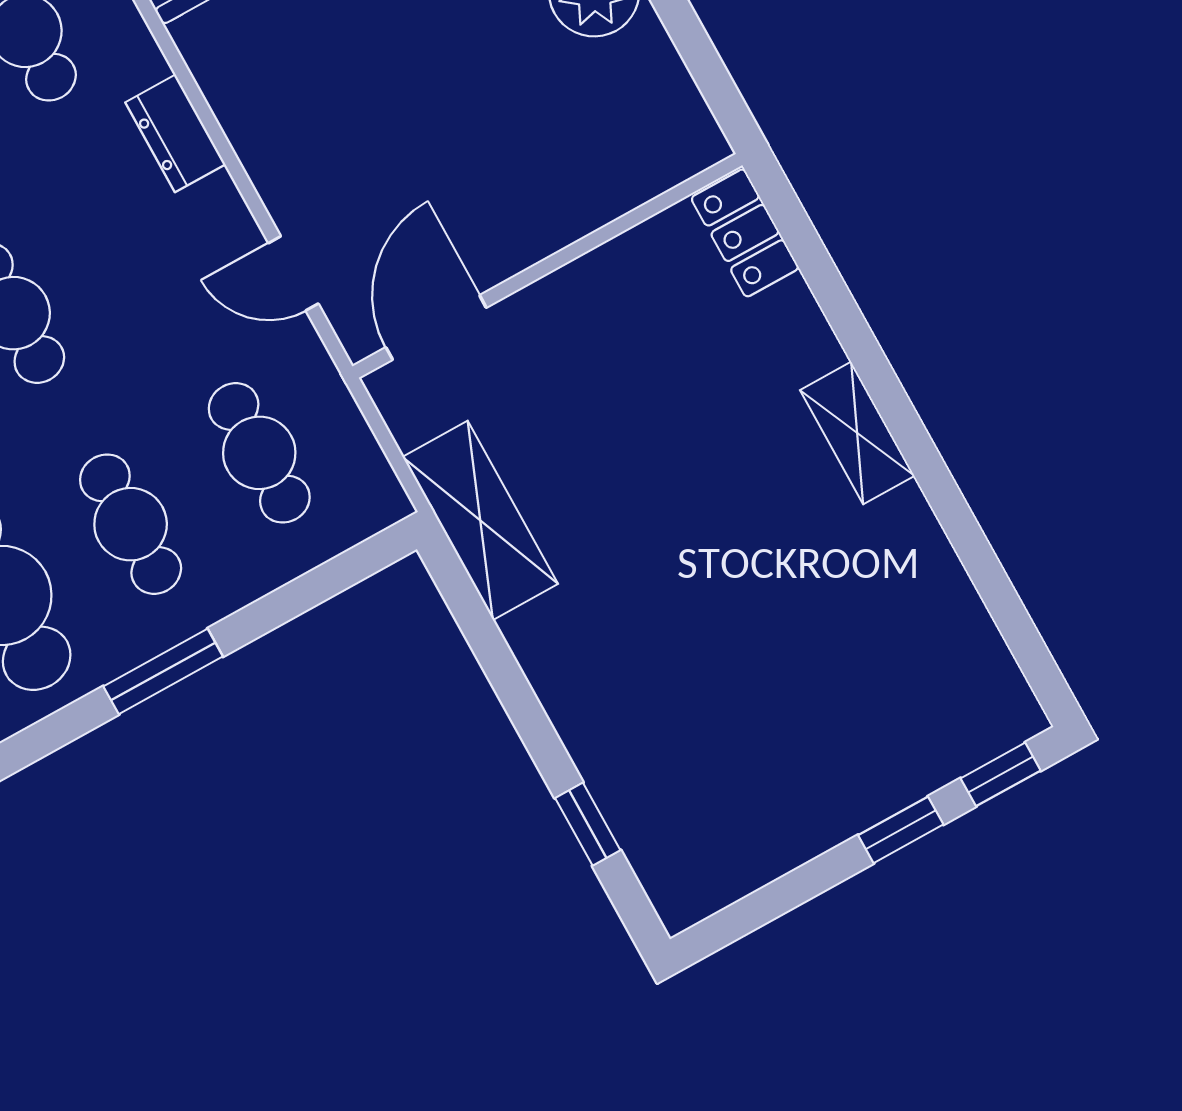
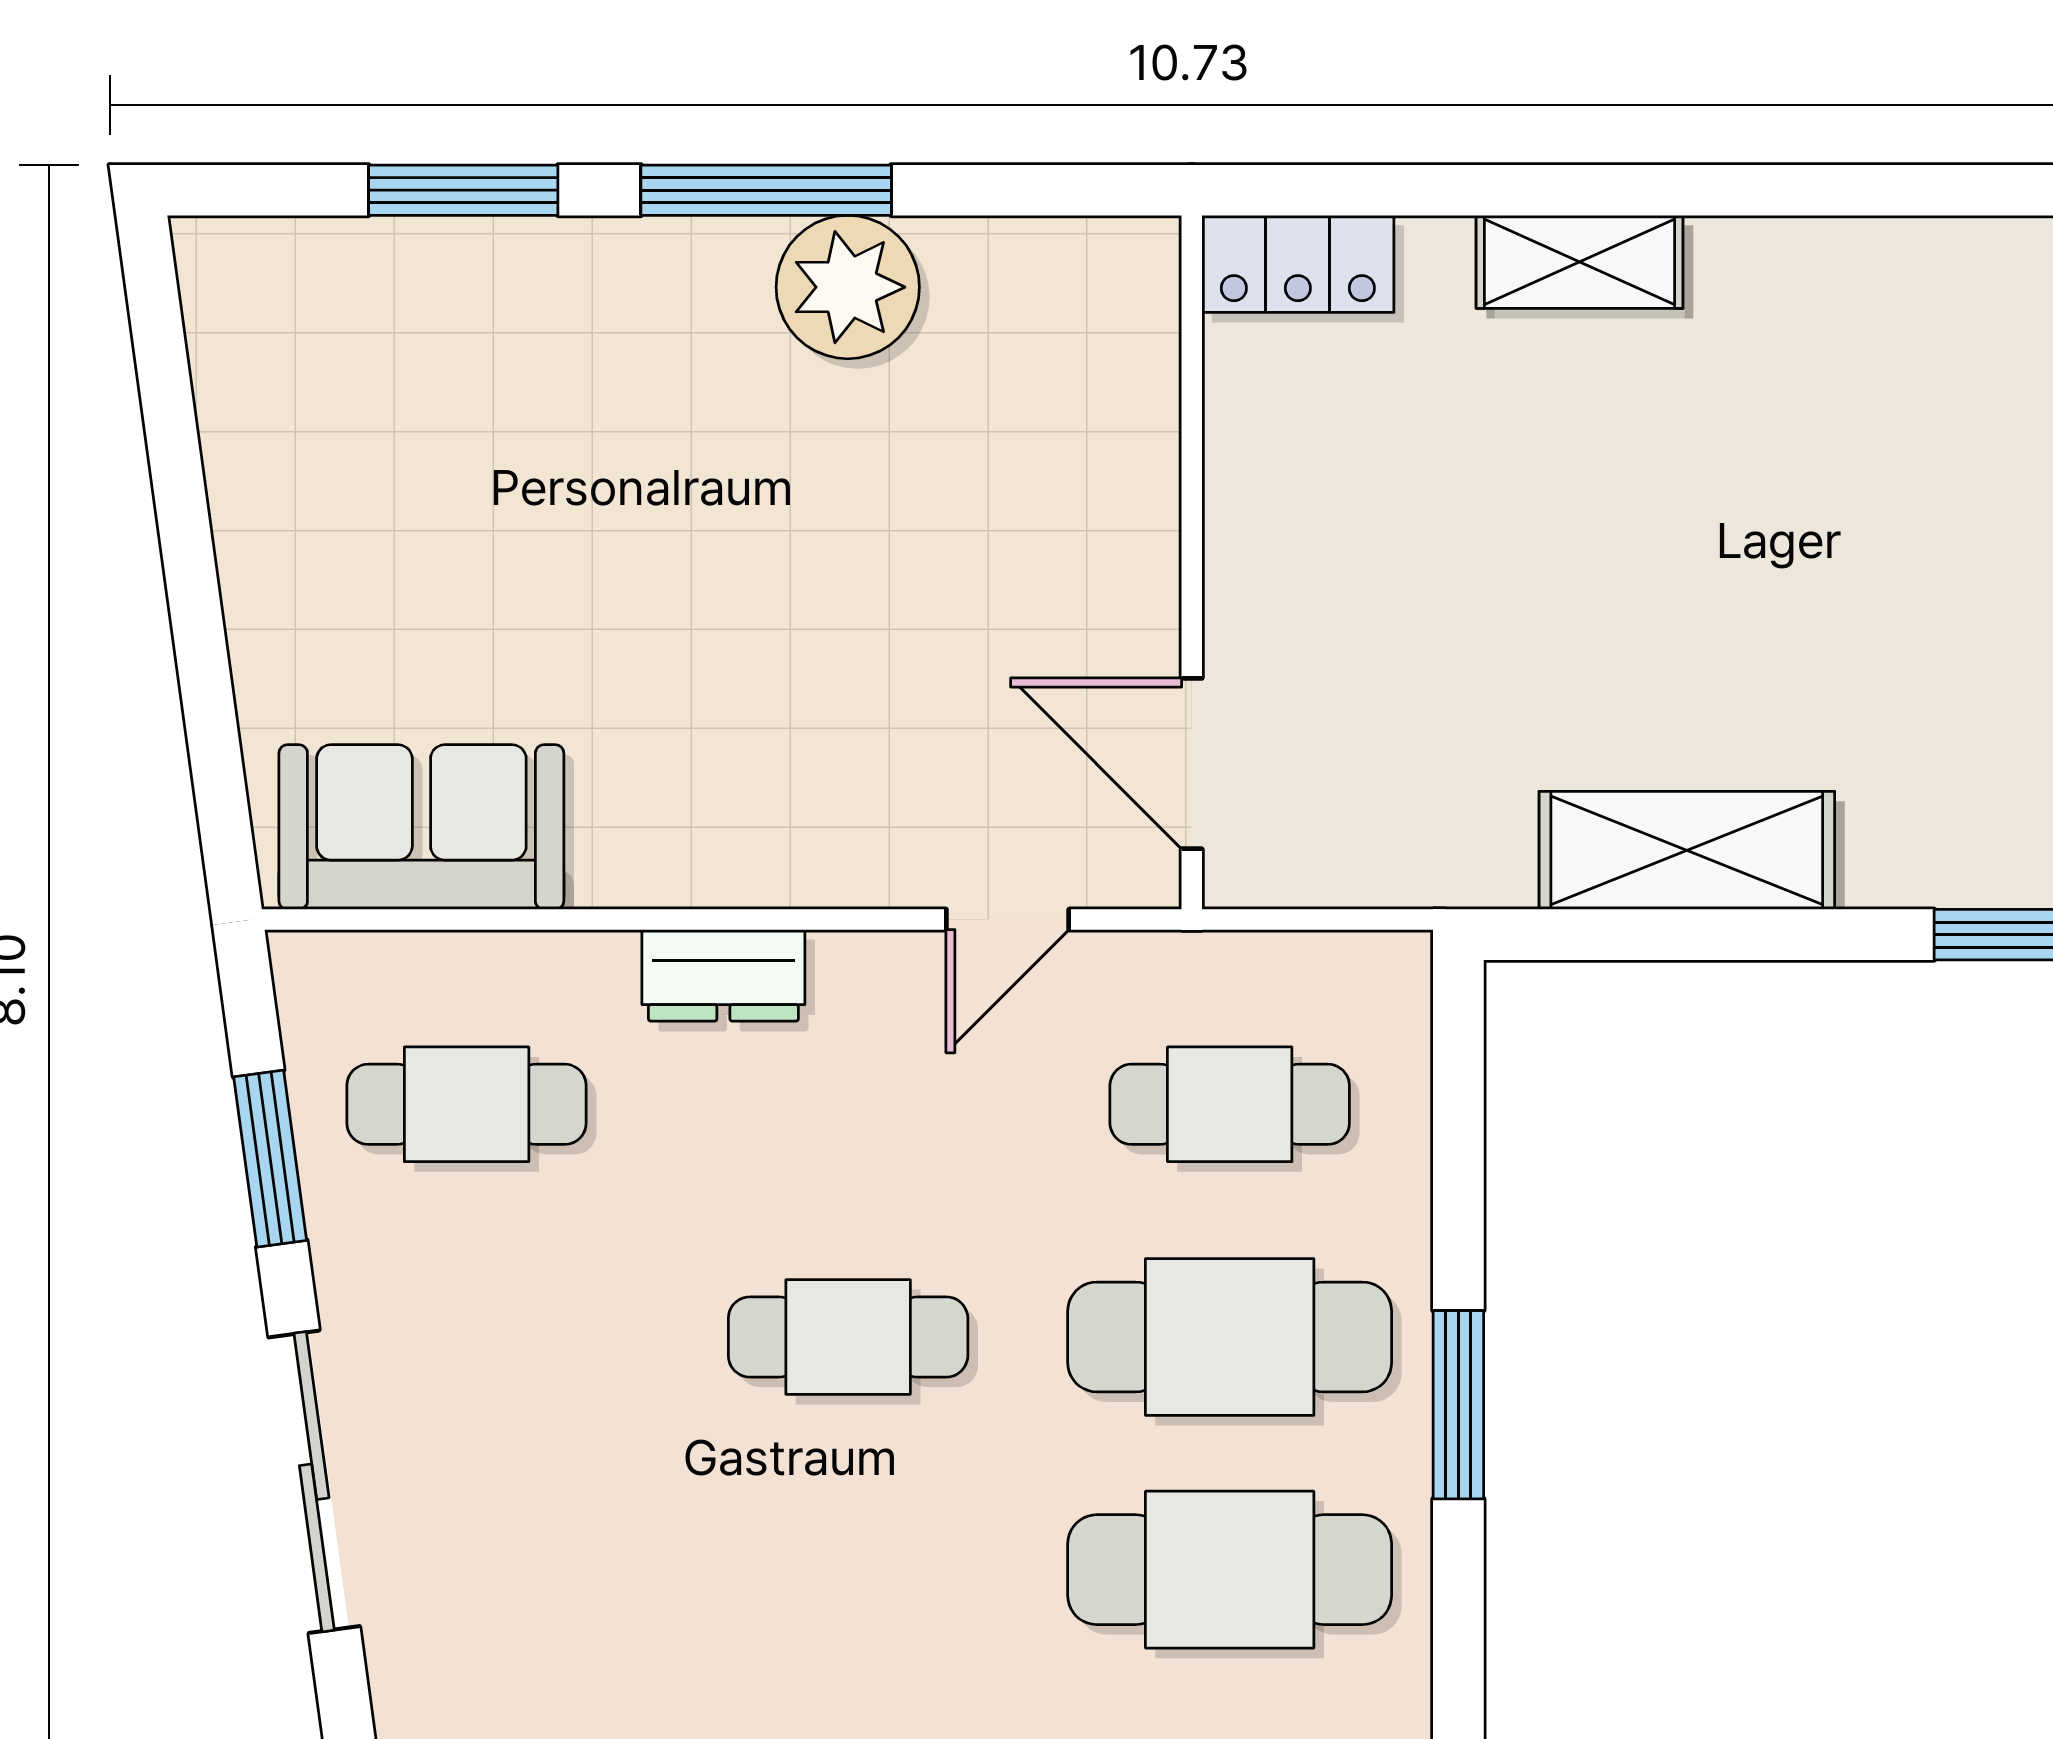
shelving: (857, 433) -> (1580, 262), moved
shelving: (480, 520) -> (1687, 850), moved
cafe table: (131, 524) -> (1230, 1337), width x1.37, depth x1.35

